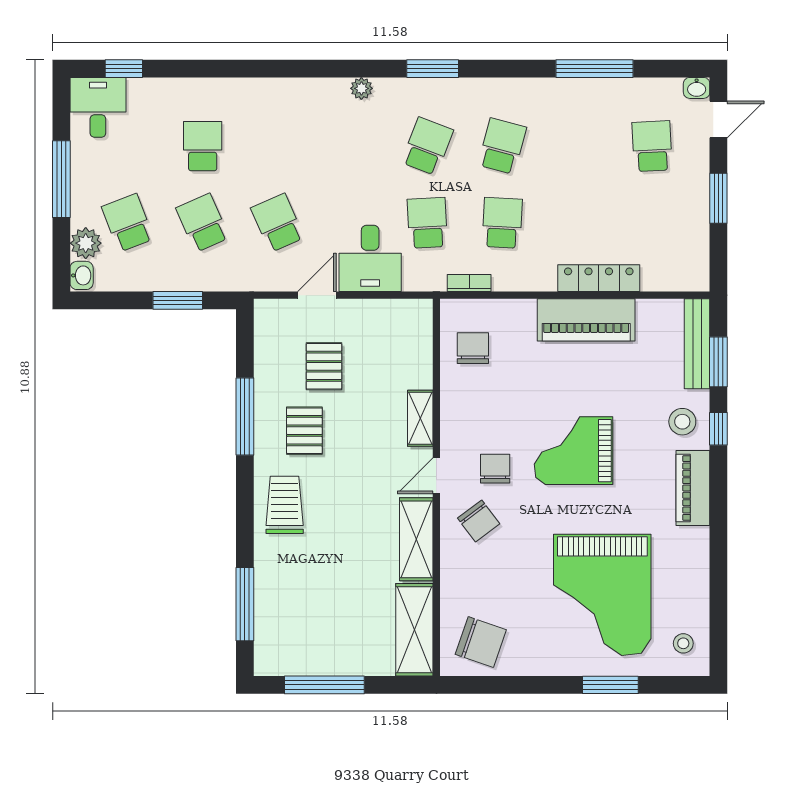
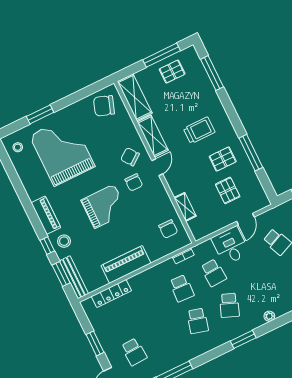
locker: (599, 278) -> (111, 293), moved
shelving: (420, 418) -> (185, 207), moved
pallet: (304, 431) -> (223, 159), turned 90
trolley: (285, 505) -> (199, 130), moved, turned -90
pallet: (319, 644) -> (172, 72), added

